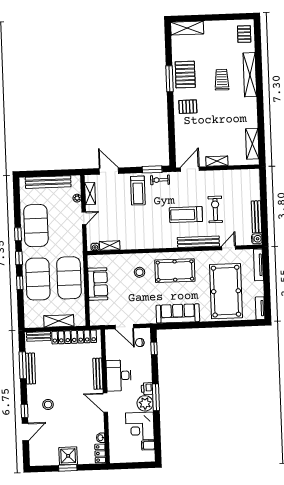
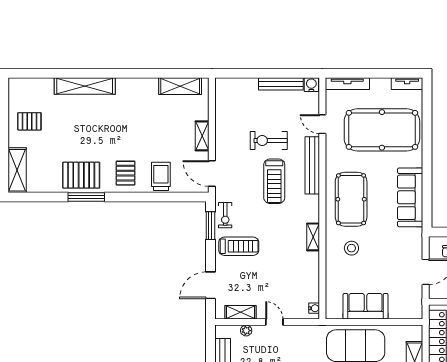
pallet: (244, 34) -> (29, 121), moved
trolley: (222, 80) -> (161, 176), moved, turned 90
shelving: (110, 246) -> (313, 237), moved

